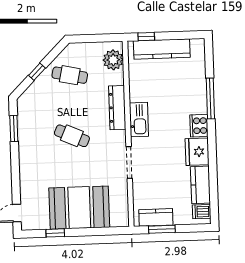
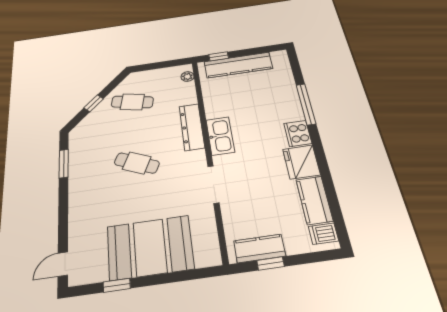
plant: (113, 60) -> (188, 77), width x0.53, depth x0.53
window: (162, 229) -> (270, 263), width x0.67

